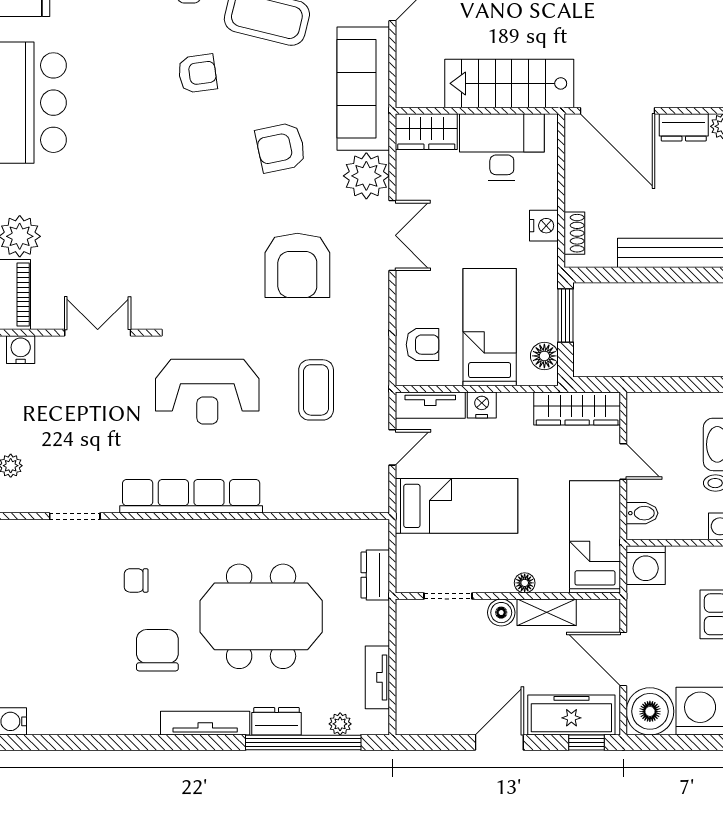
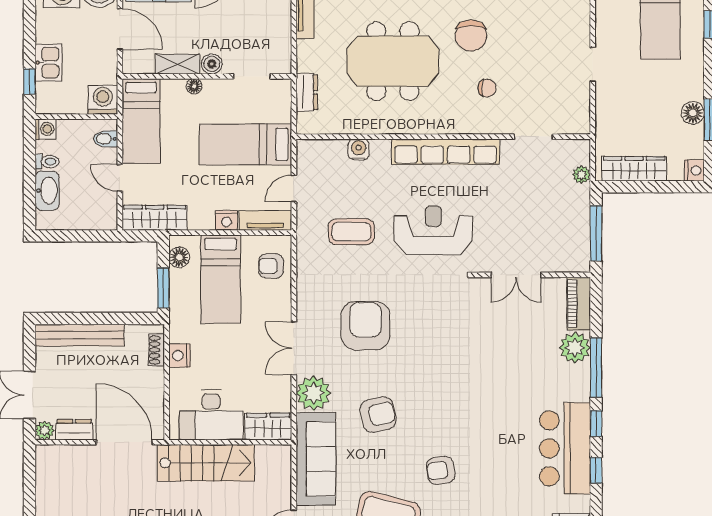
water cooler: (21, 350) -> (359, 149), moved, turned 180
coffee table: (316, 390) -> (351, 232), turned 90

